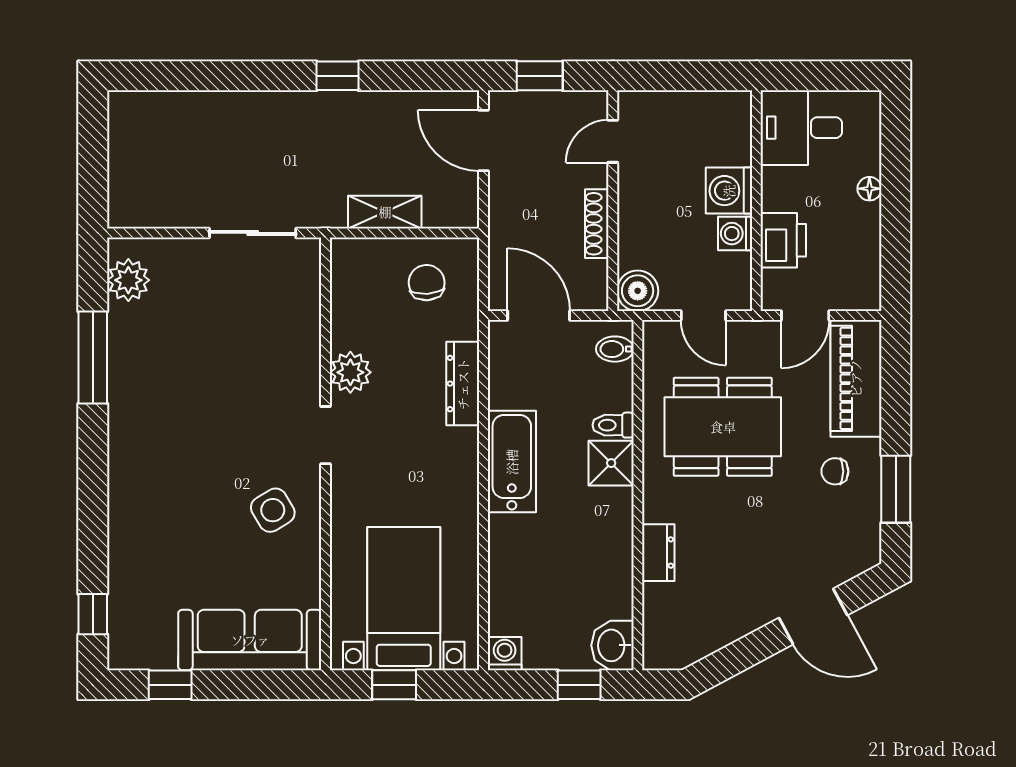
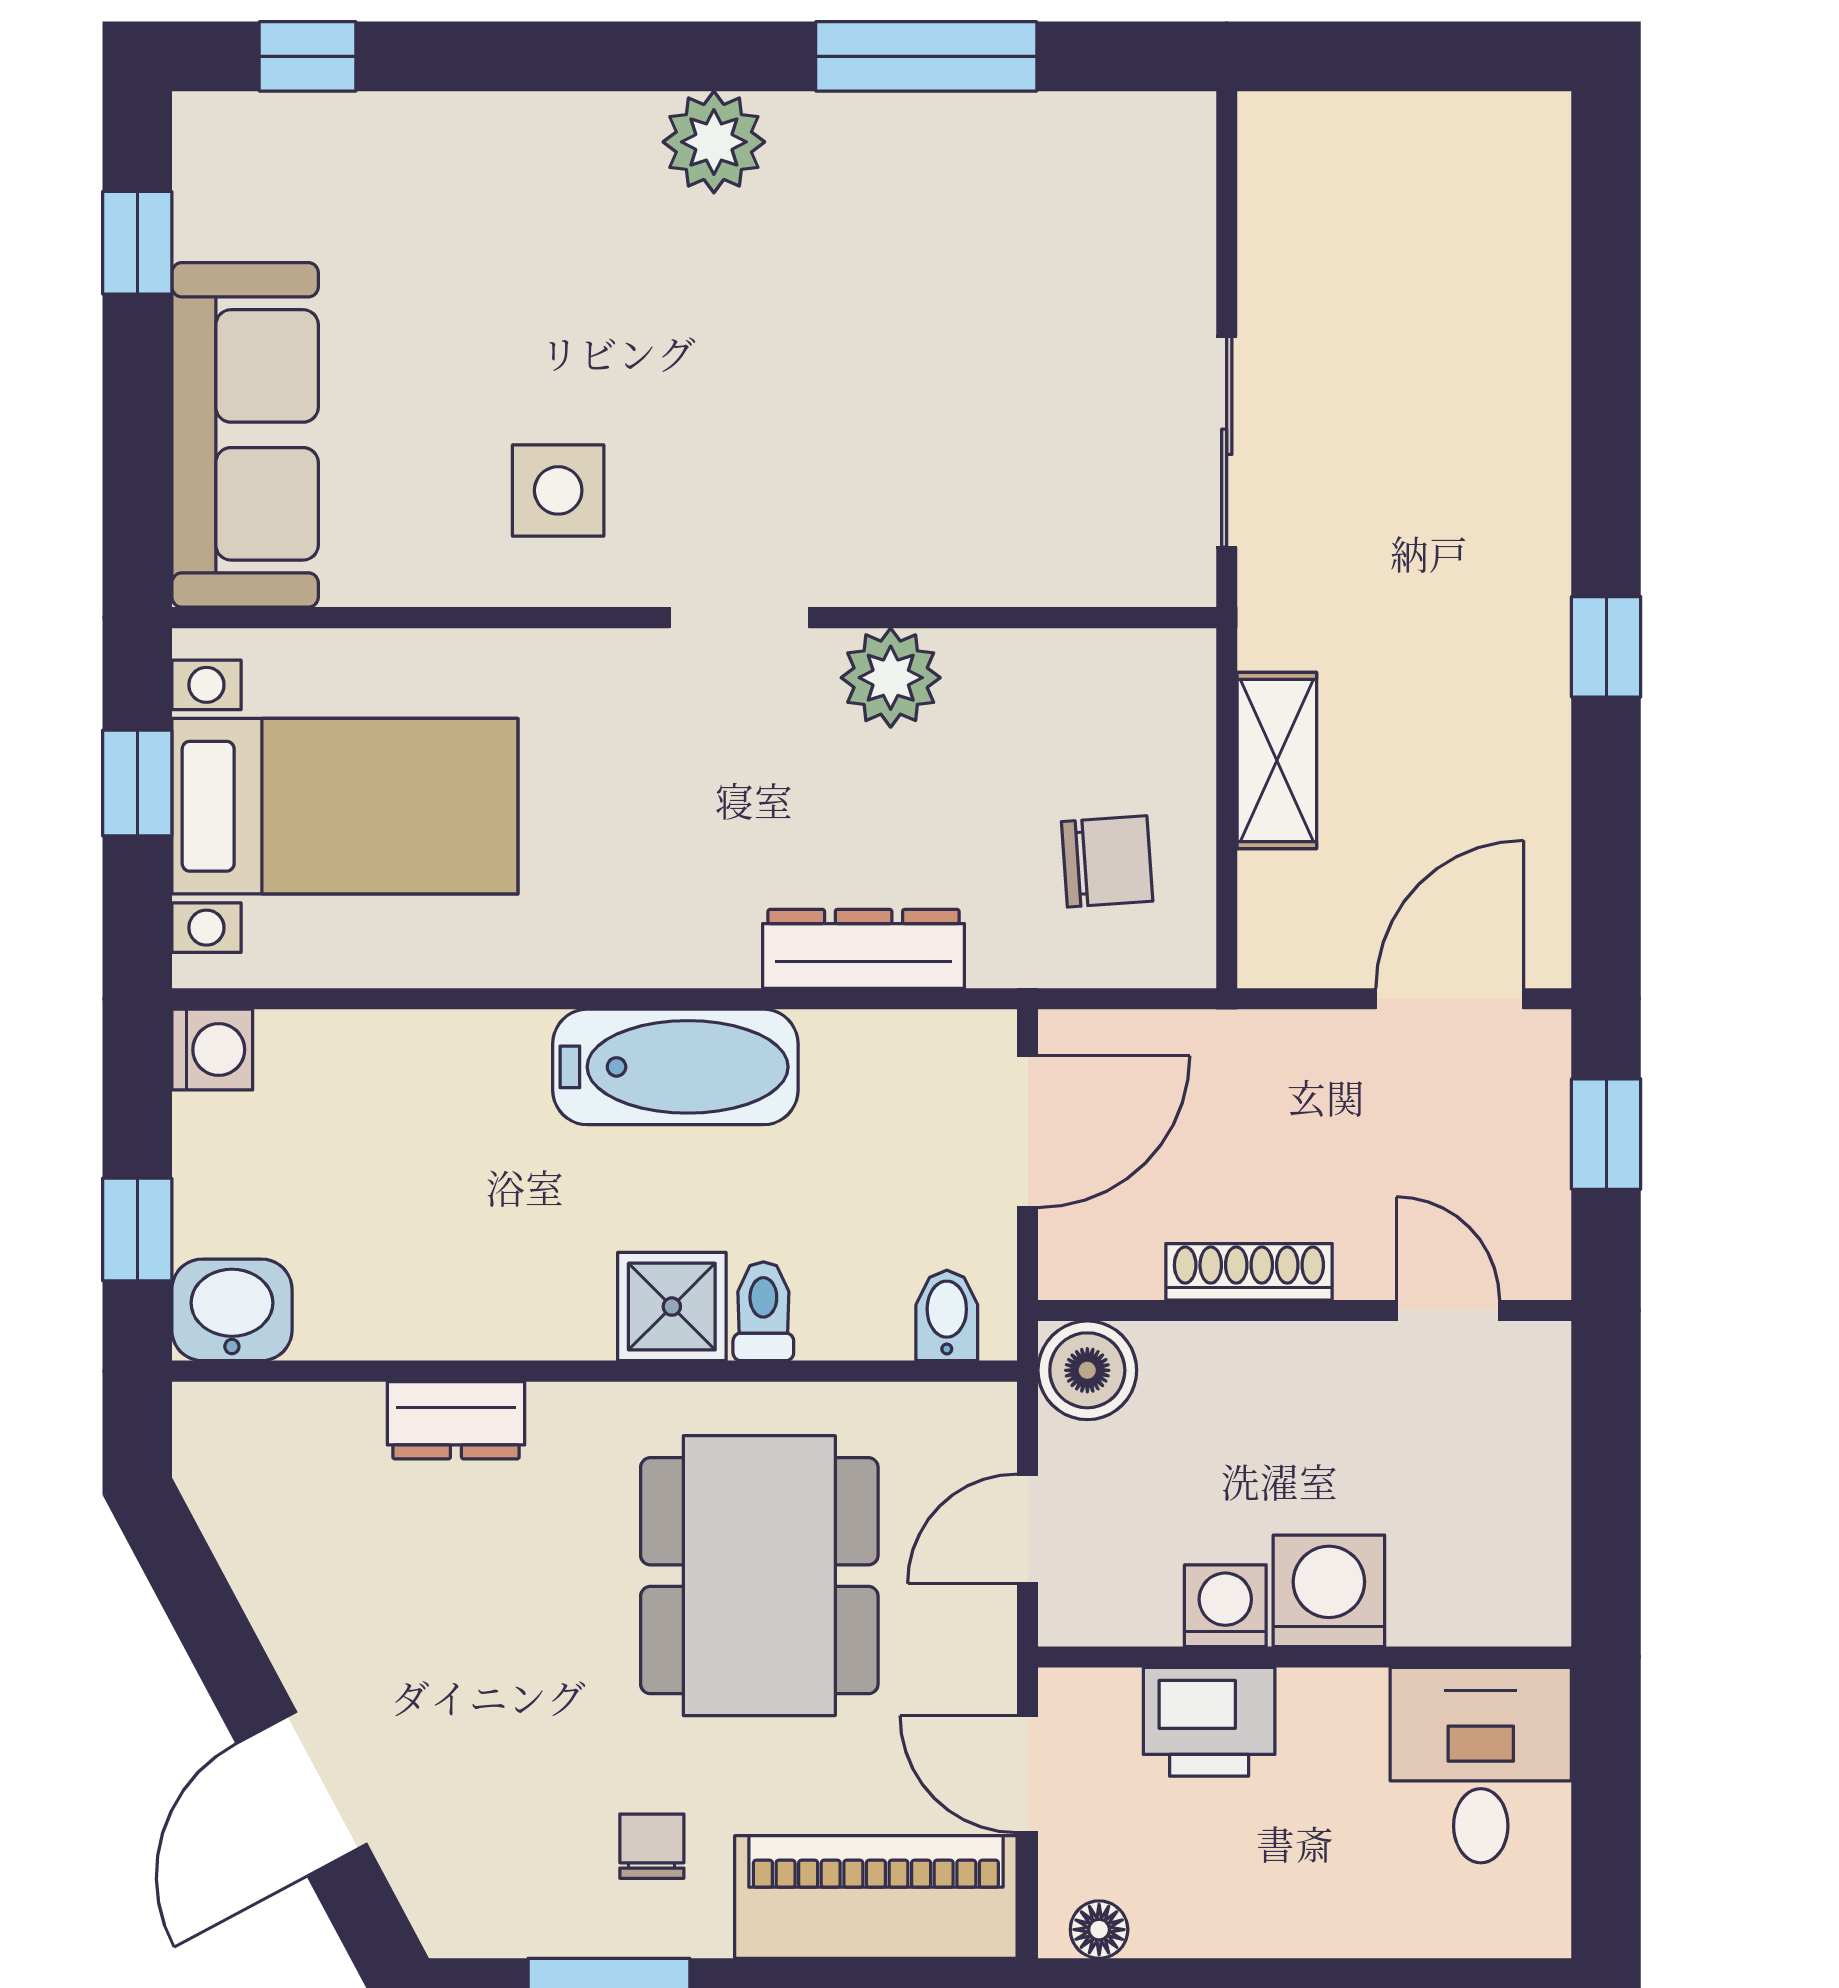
floor lamp: (869, 189) -> (1099, 1930), moved
plant: (128, 280) -> (714, 142), moved
side table: (273, 510) -> (558, 490), turned 31

